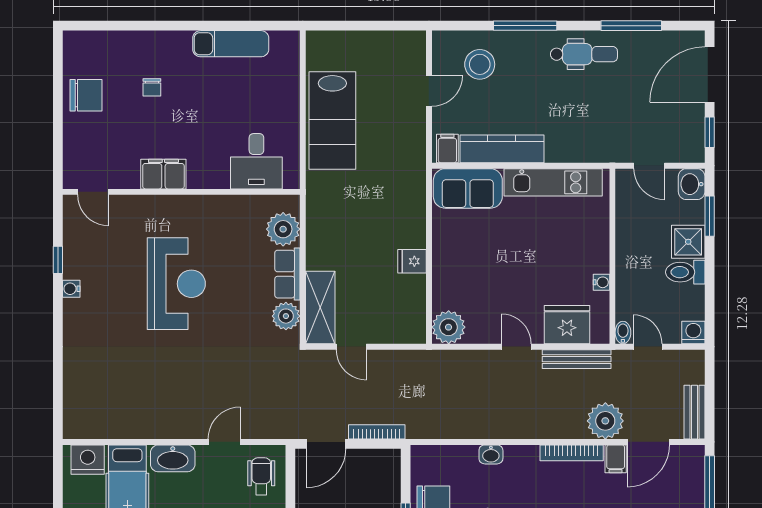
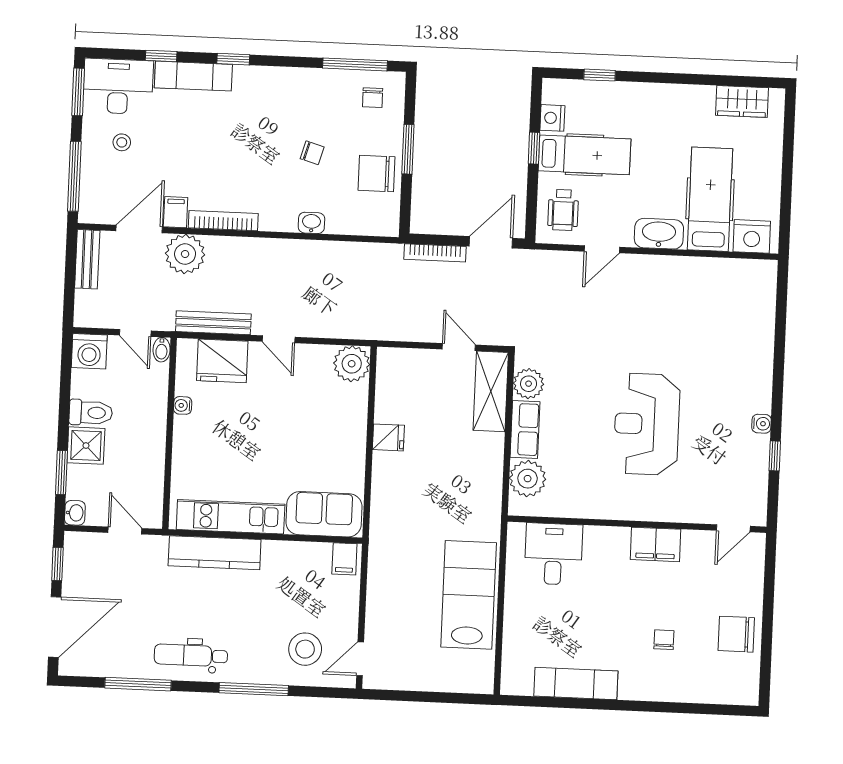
door: (429, 91) -> (360, 659), moved
kitchen counter: (502, 149) -> (215, 553), moved
washbasin: (692, 184) -> (75, 513), width x0.72, depth x0.69
door: (93, 192) -> (733, 528), swing flipped
washing machine: (693, 332) -> (89, 351), width x1.38, depth x1.38

